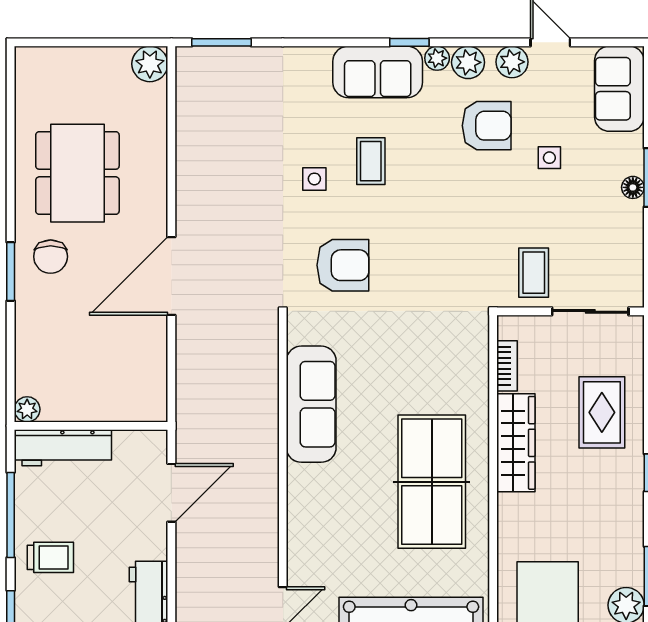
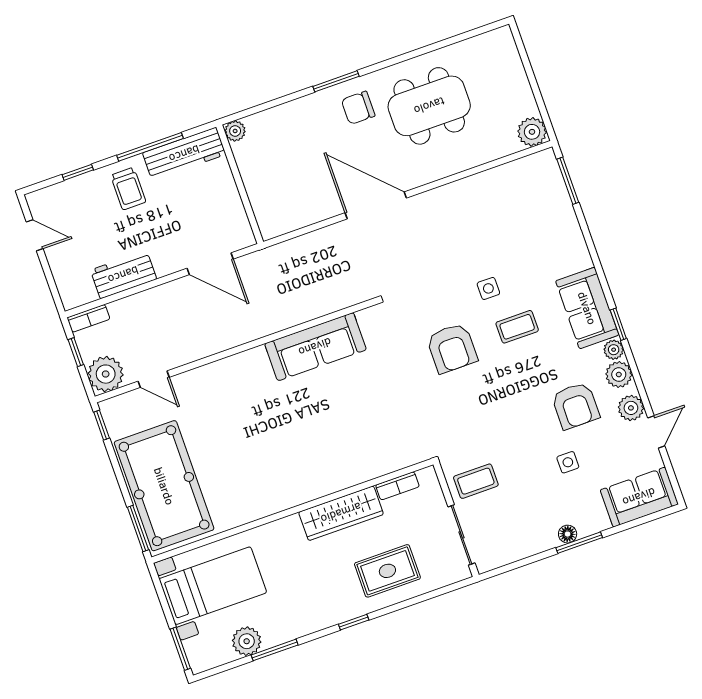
armchair: (343, 265) -> (452, 348), moved
workbench: (63, 448) -> (184, 154), moved, turned -90
table tennis table: (432, 482) -> (289, 460), removed

